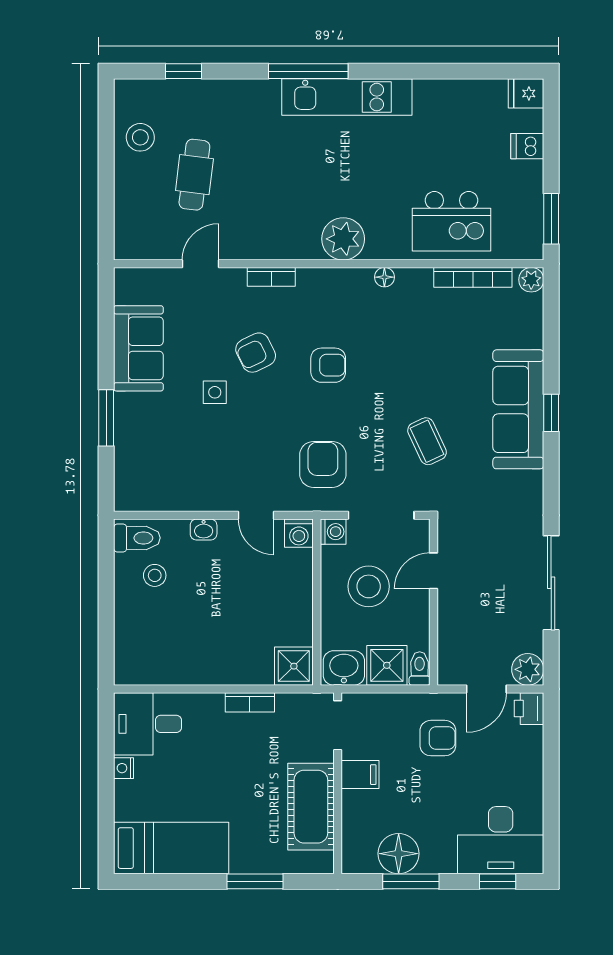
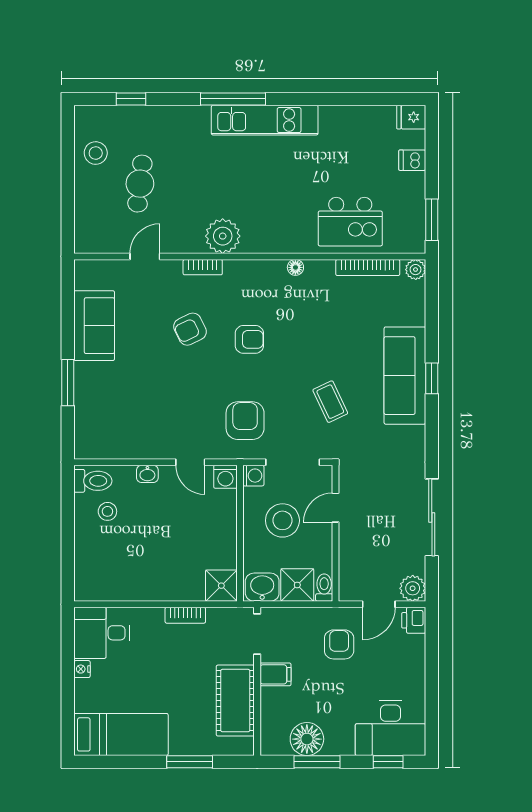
plant: (343, 239) -> (223, 236), moved
side table: (215, 392) -> (157, 362), removed
armchair: (438, 738) -> (339, 644), turned -90

